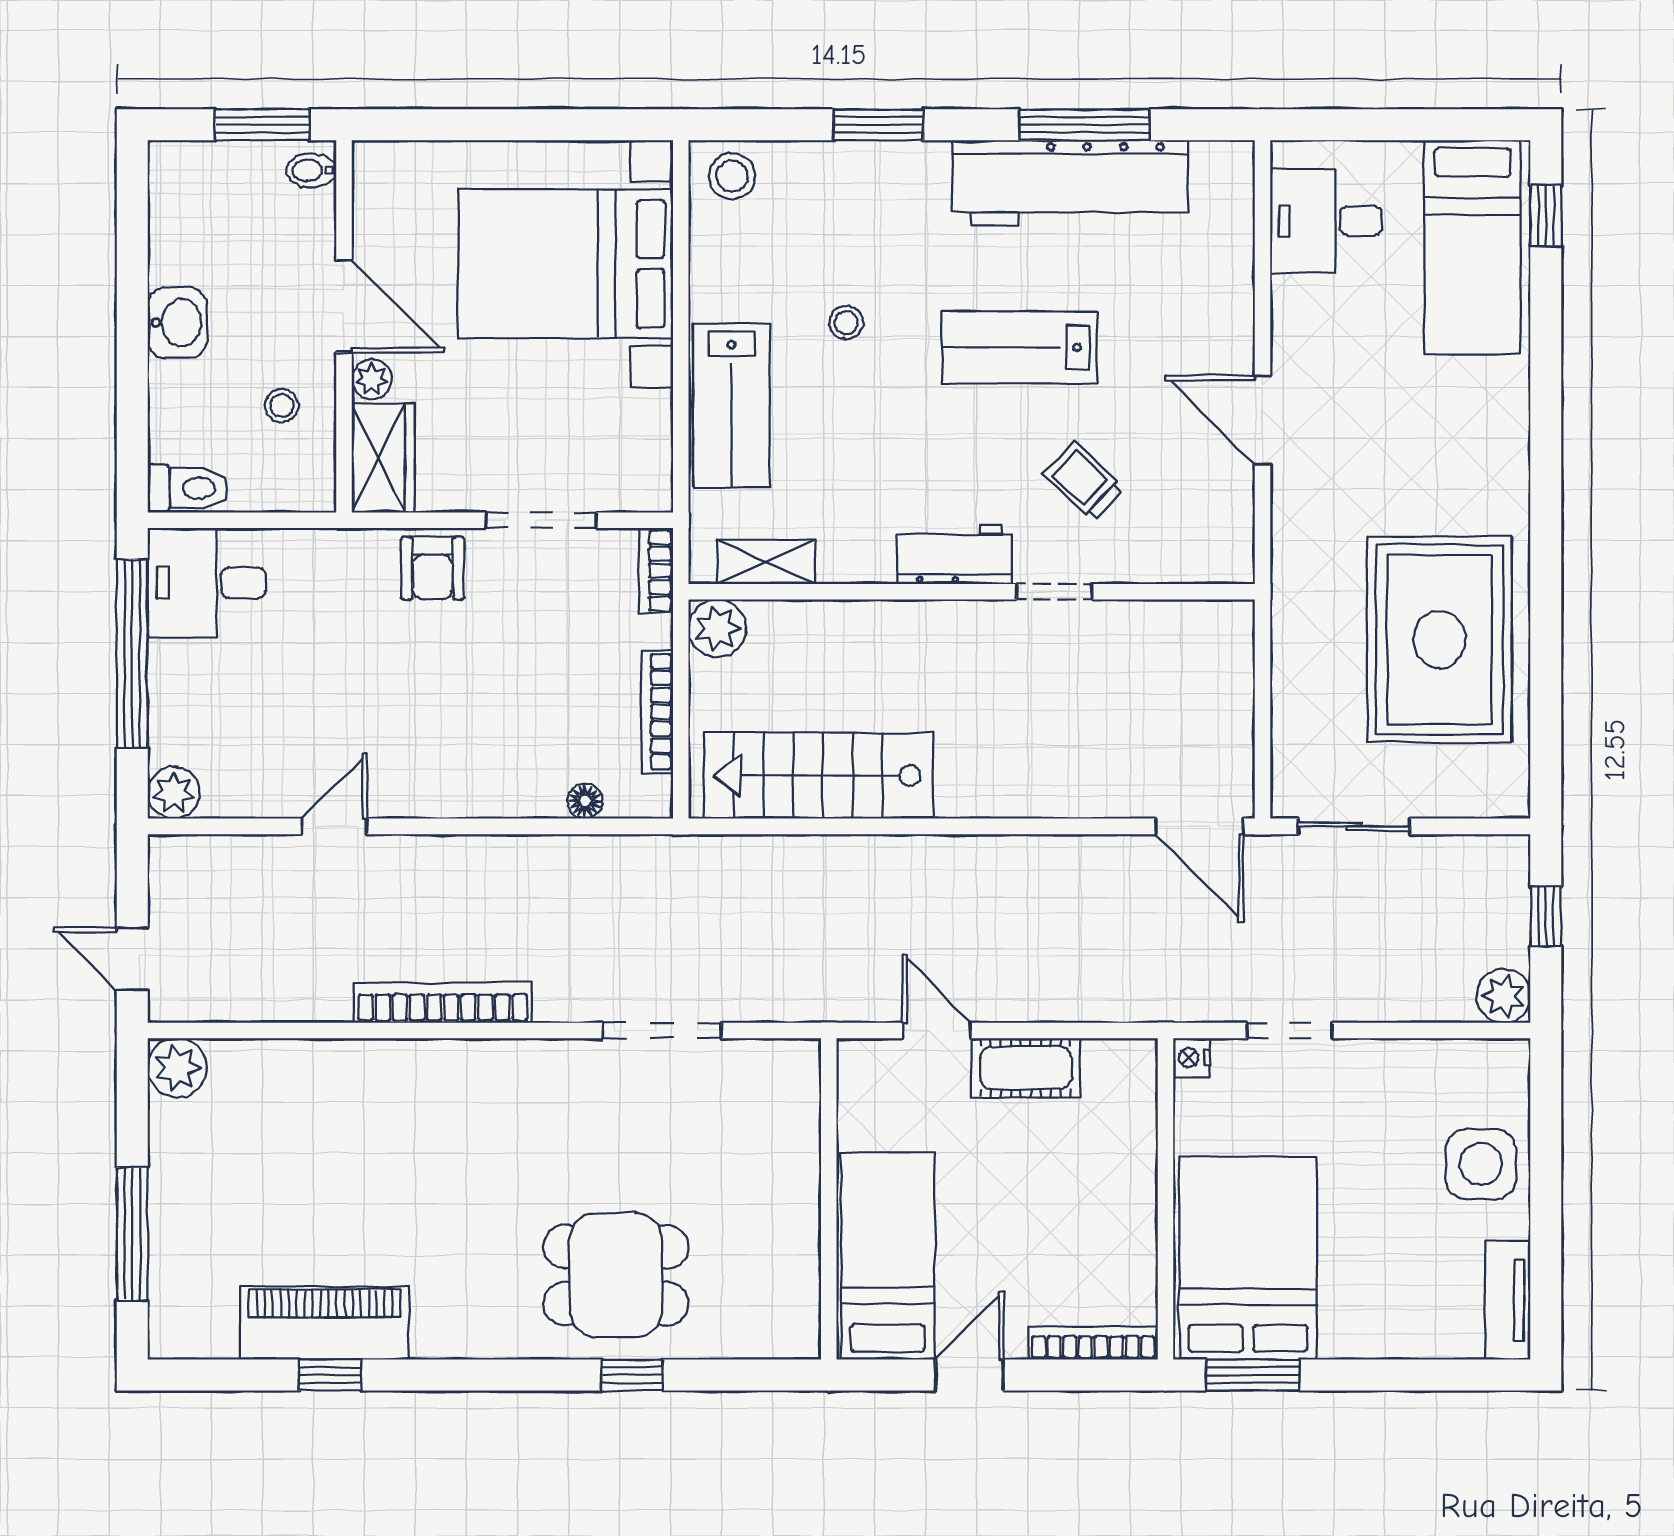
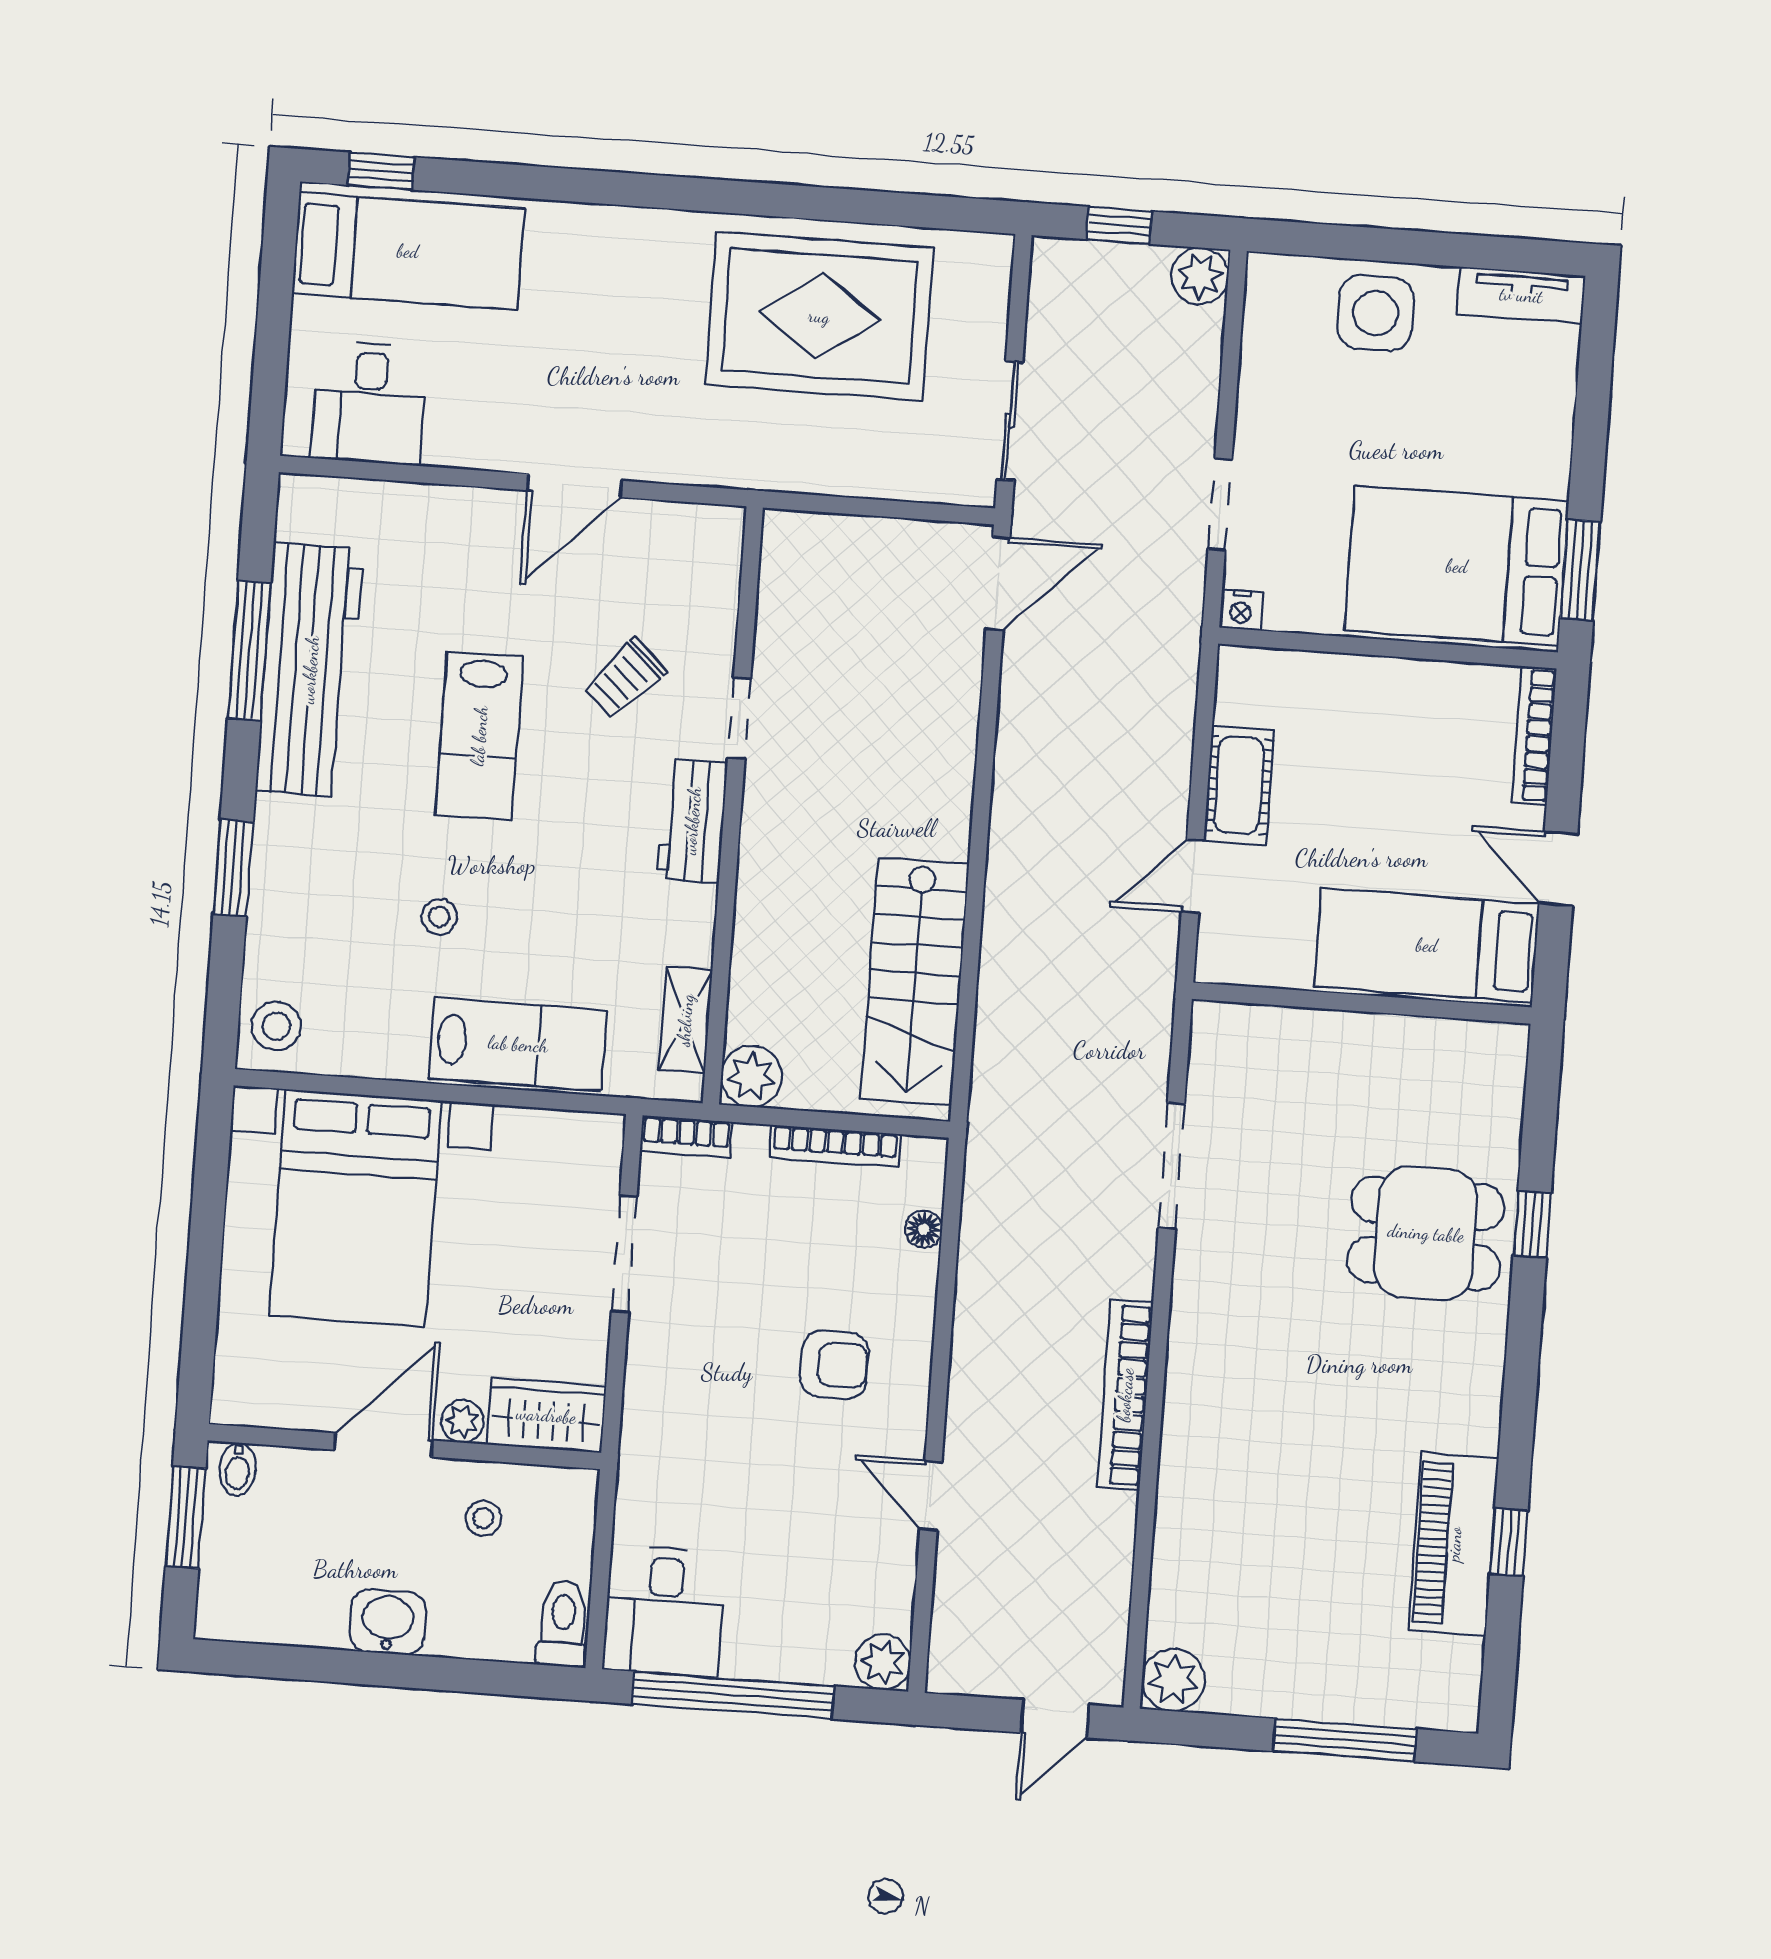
armchair: (433, 568) -> (834, 1365), moved
dining table: (616, 1275) -> (1426, 1233), turned 90

